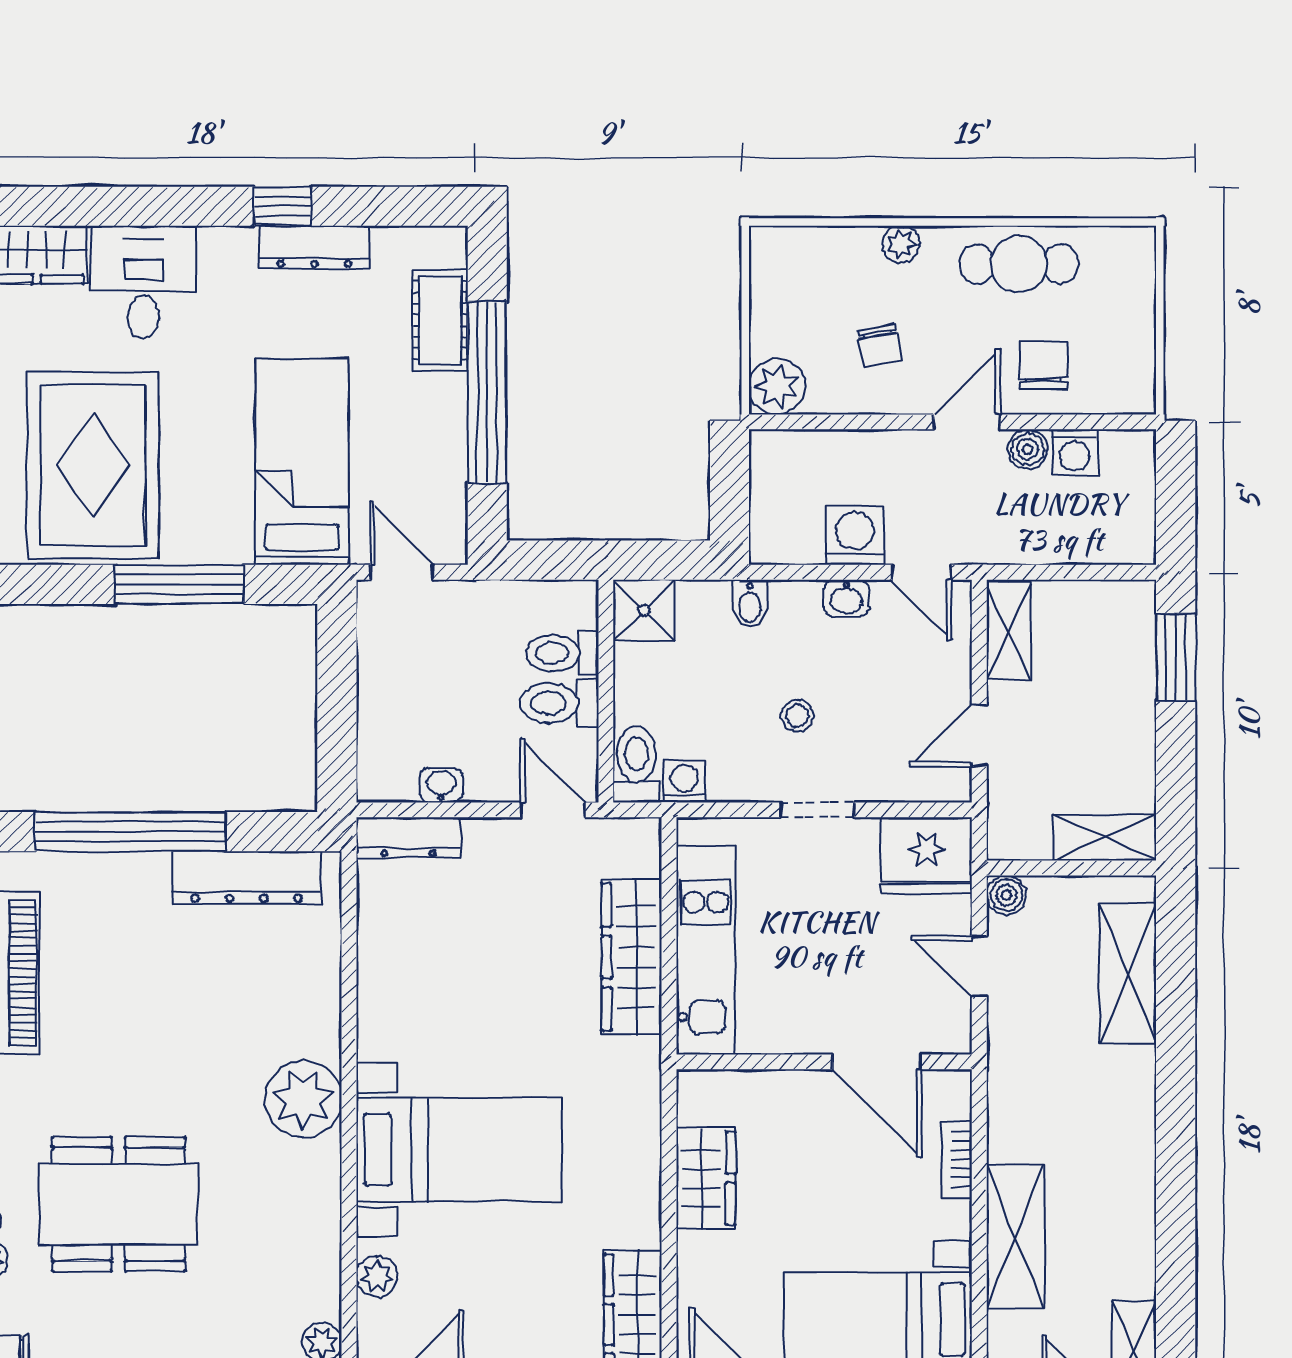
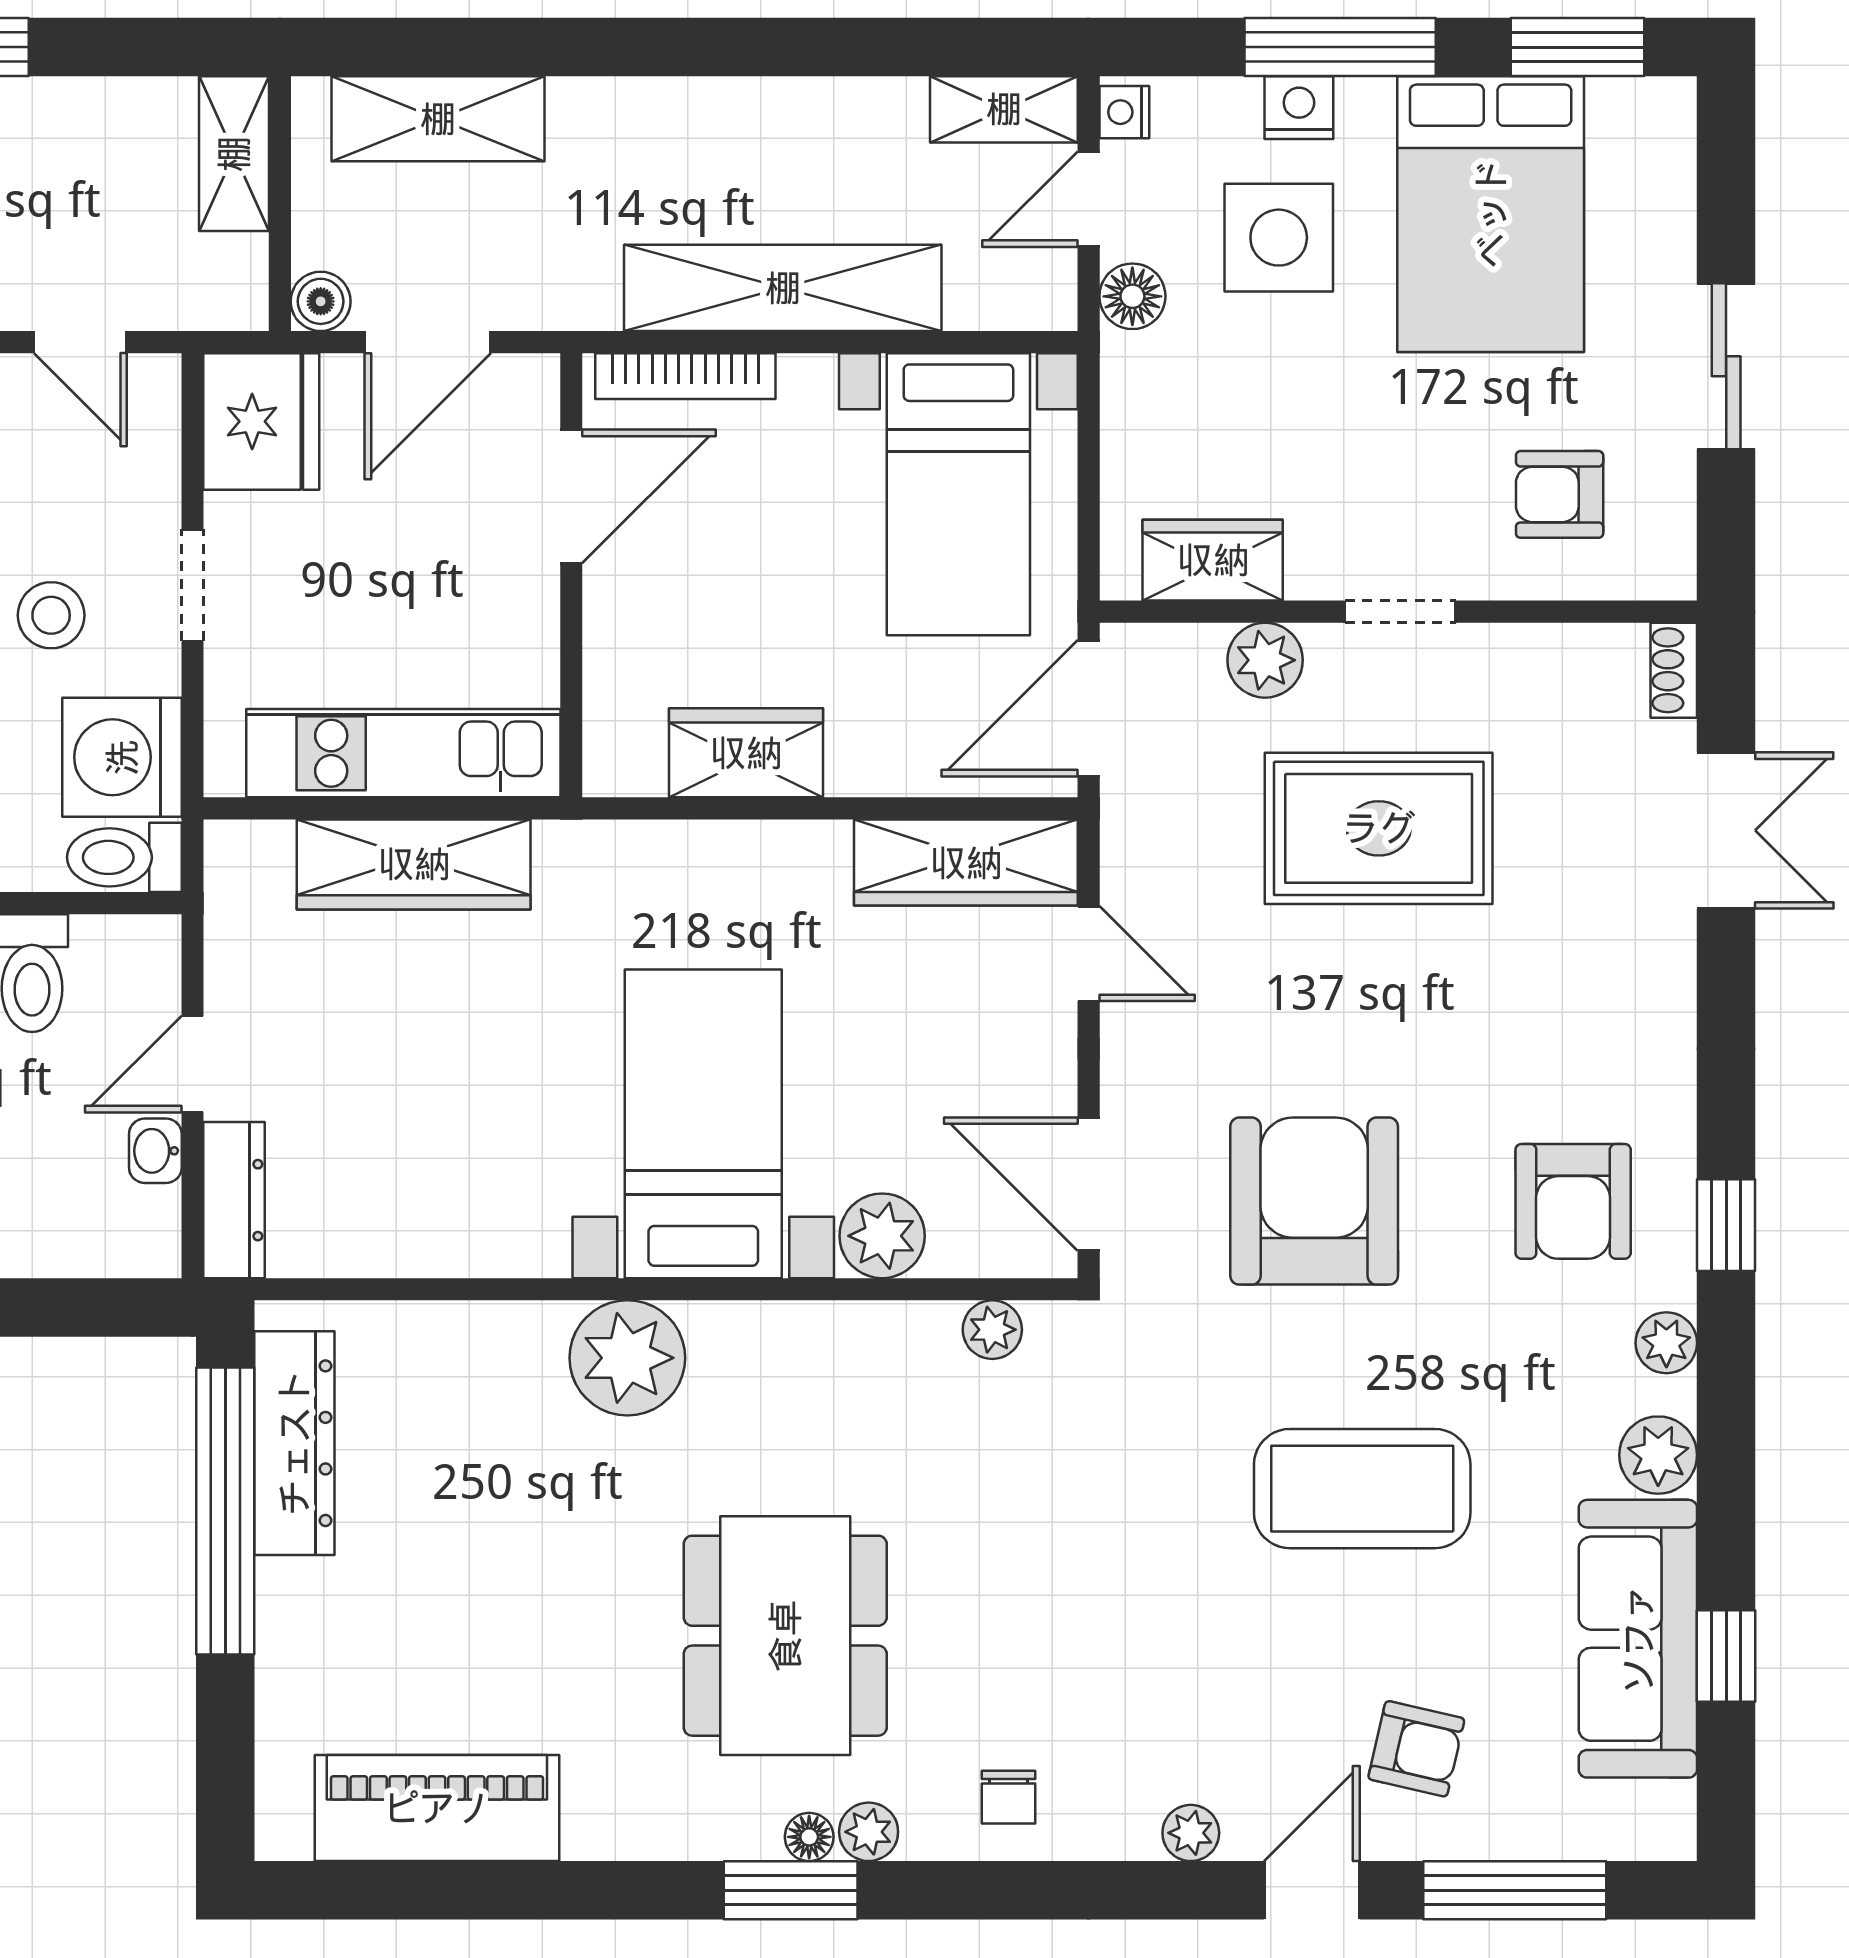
stool: (797, 716) -> (51, 615), width x1.37, depth x1.37
washing machine: (684, 782) -> (122, 757), width x1.89, depth x1.89
door: (553, 810) -> (192, 1064), moved
window: (130, 832) -> (225, 1511), moved
door: (979, 966) -> (428, 342), width x1.38
bookcase: (957, 1159) -> (685, 376), width x1.56
shelving: (1015, 1236) -> (783, 288), width x1.47
plant: (377, 1276) -> (882, 1236), width x1.38, depth x1.38

